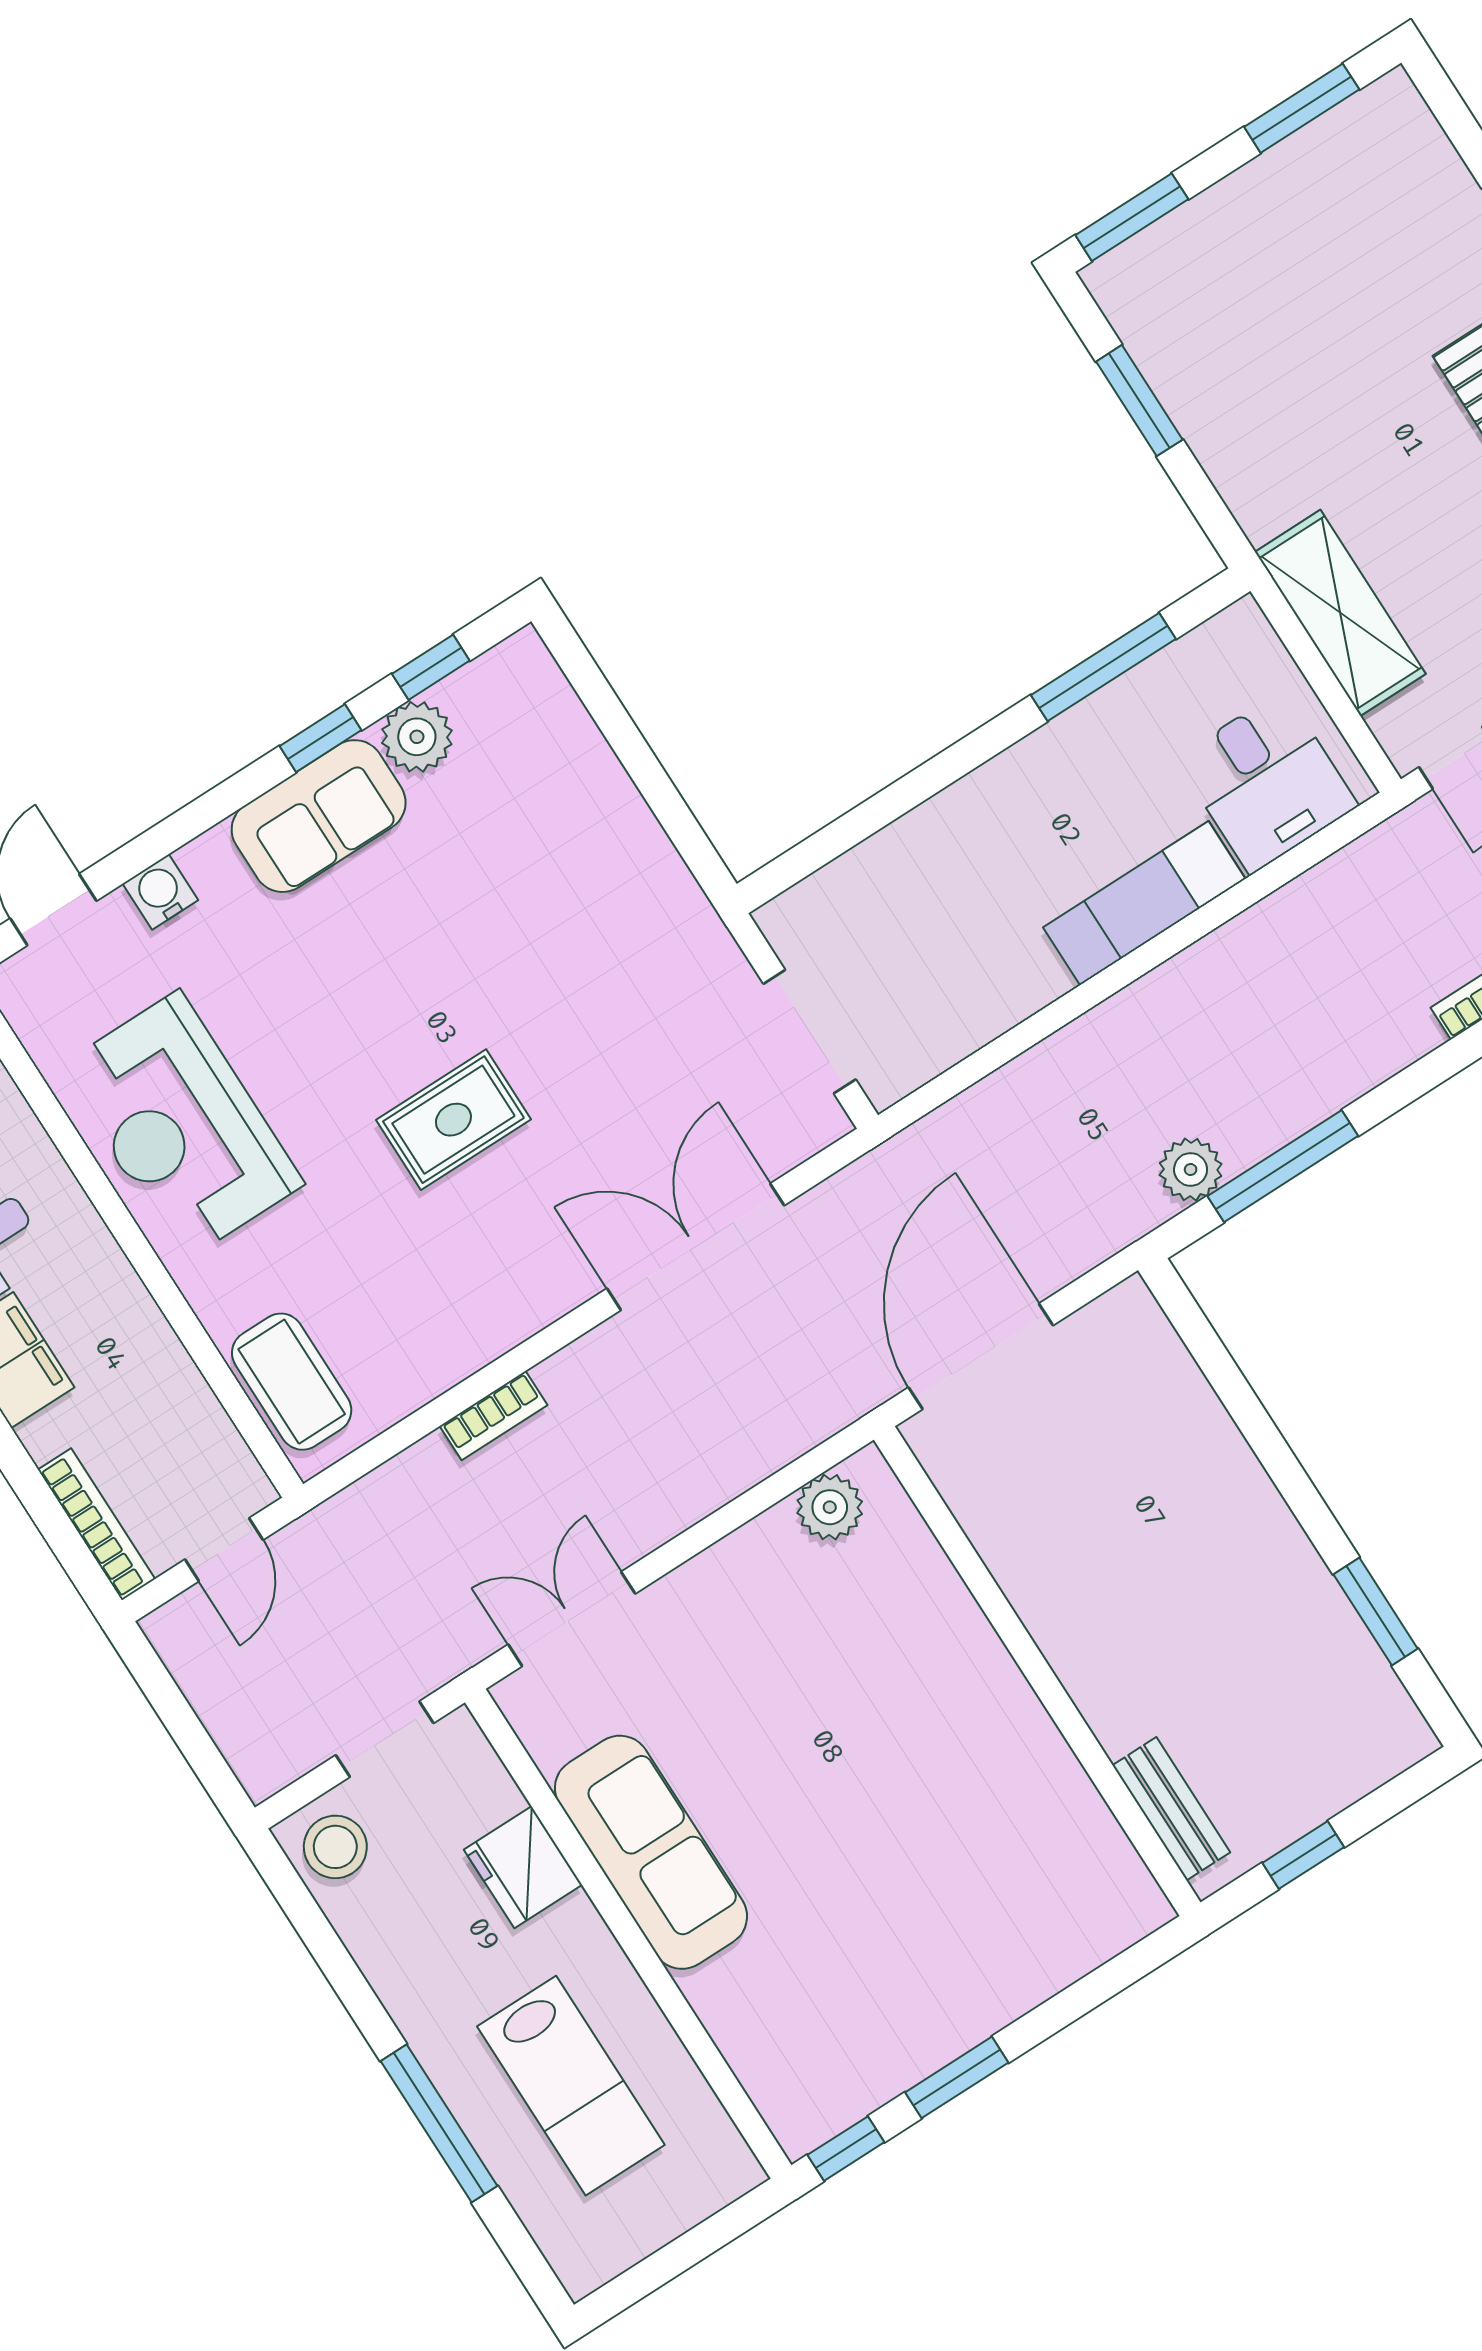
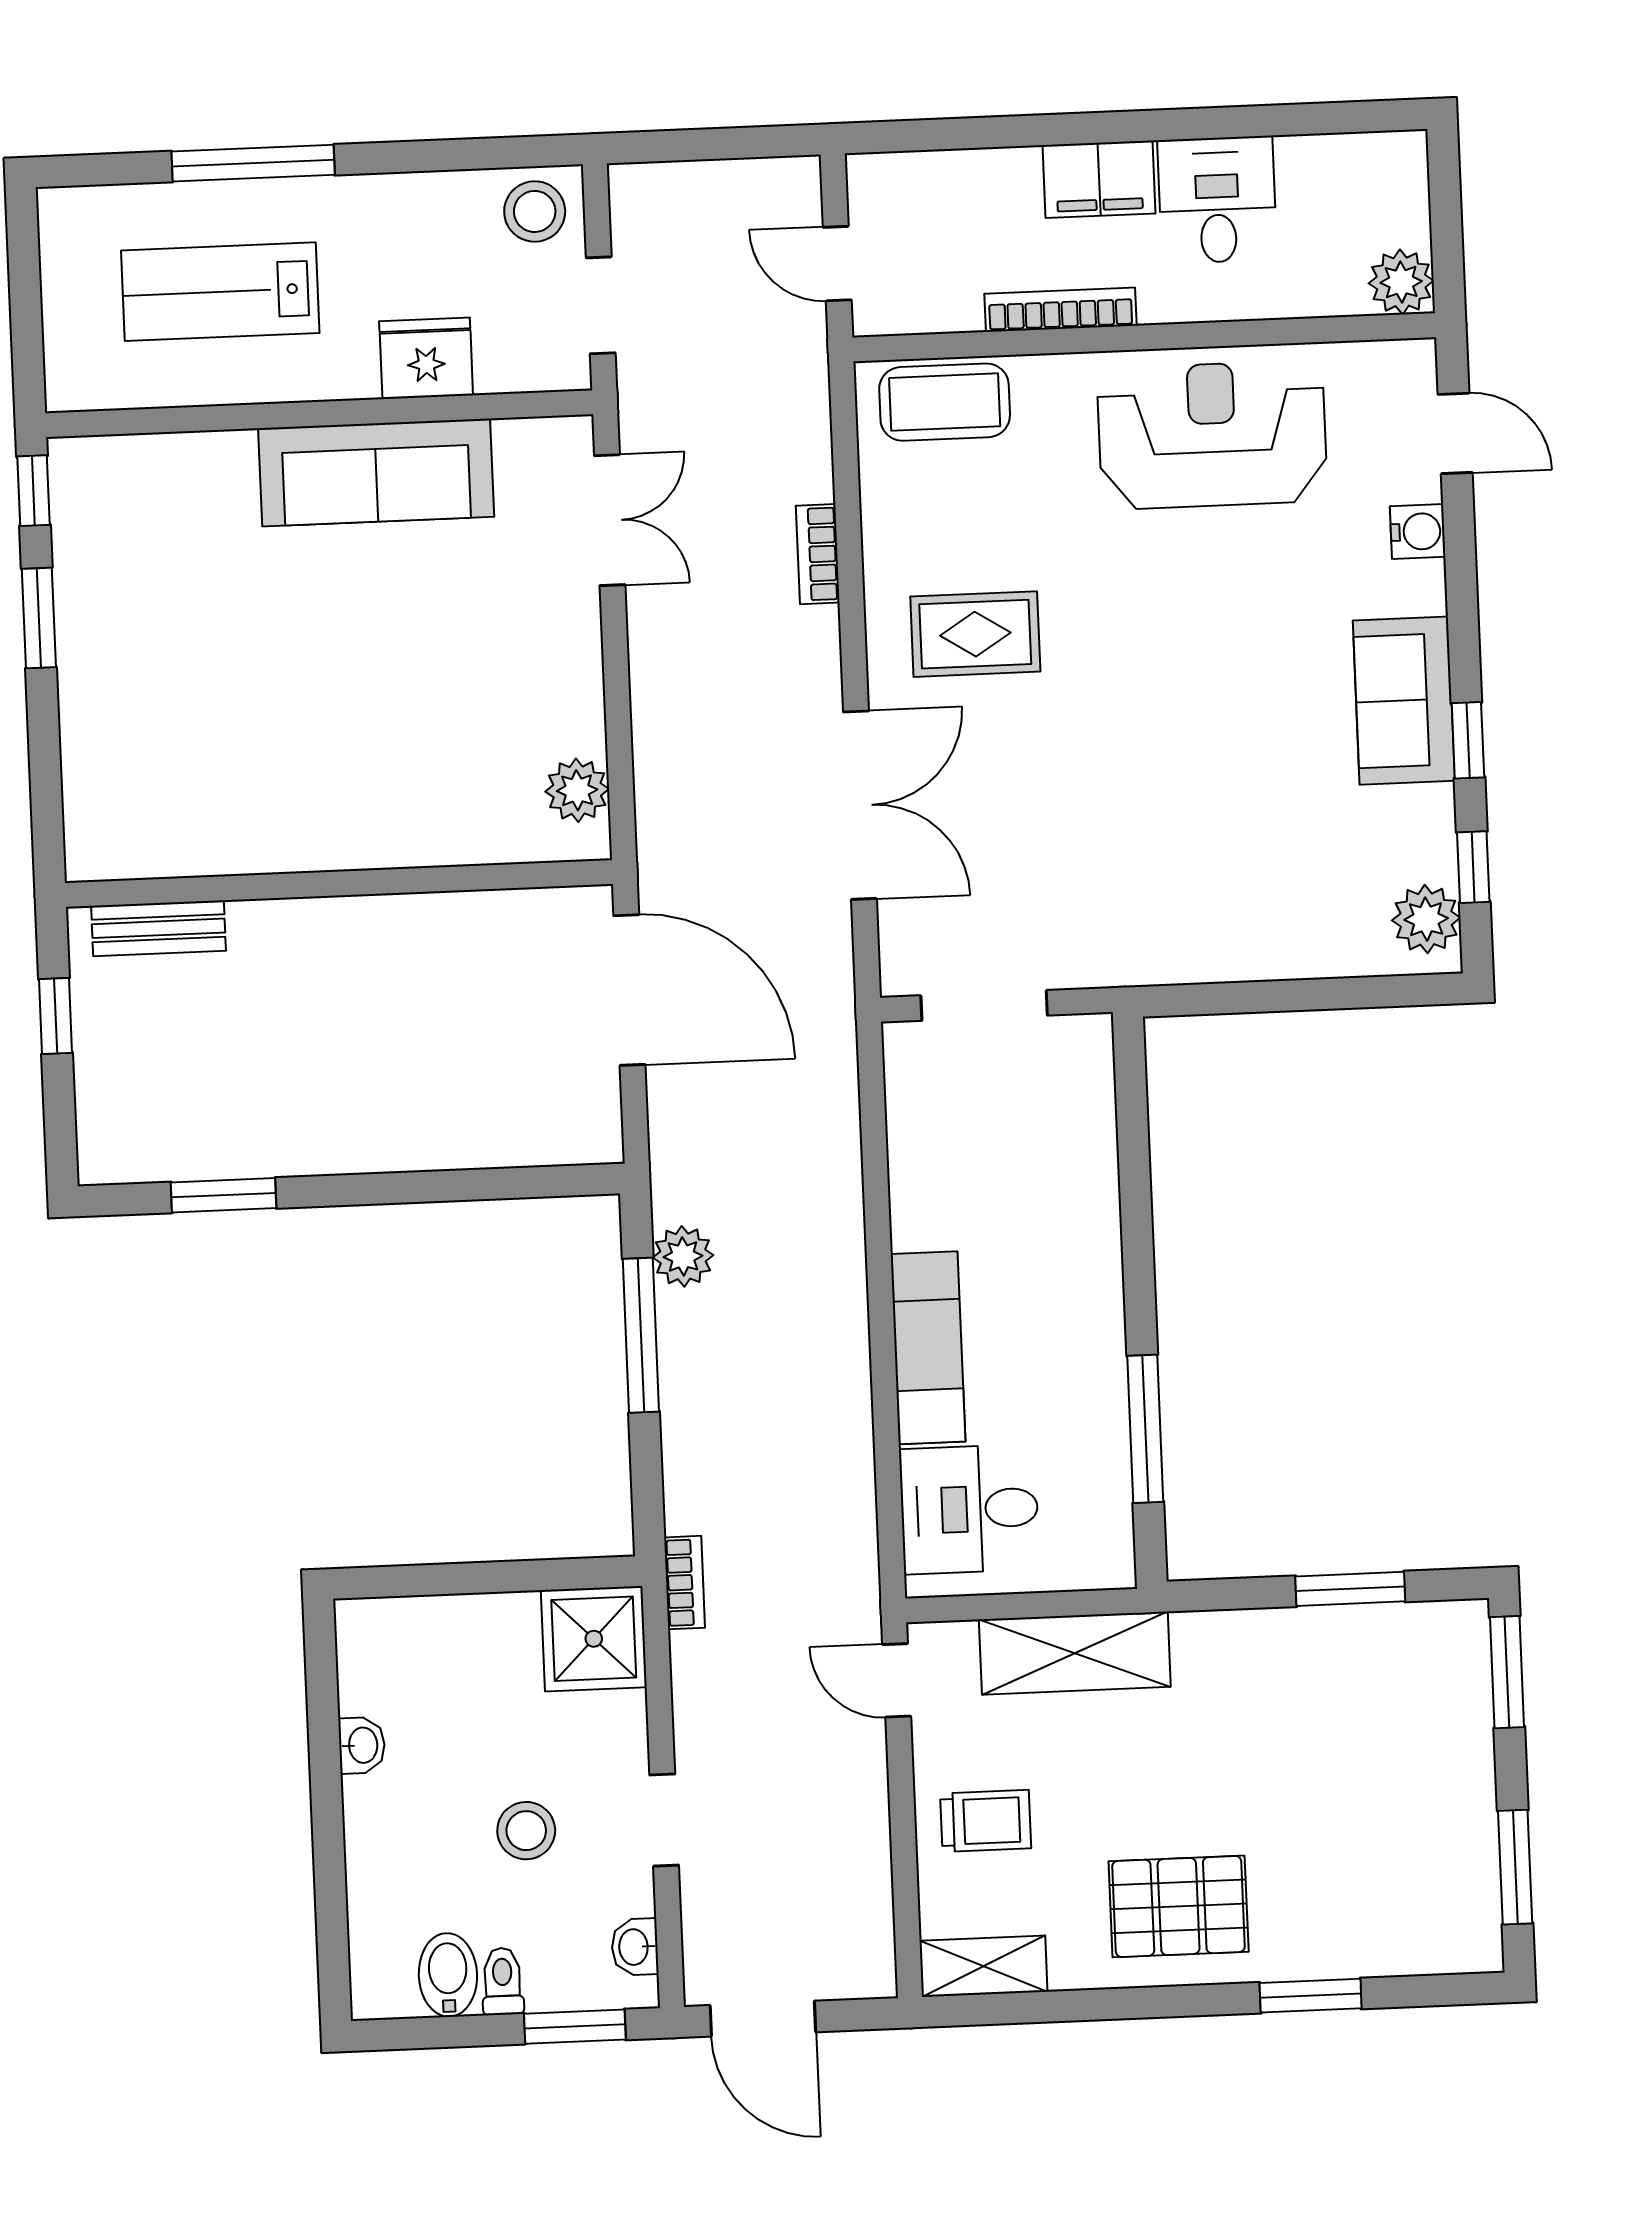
plant: (417, 737) -> (1426, 919), moved
rug: (453, 1120) -> (975, 634), moved, turned 90
bookcase: (96, 1524) -> (1061, 310), moved, turned 180

